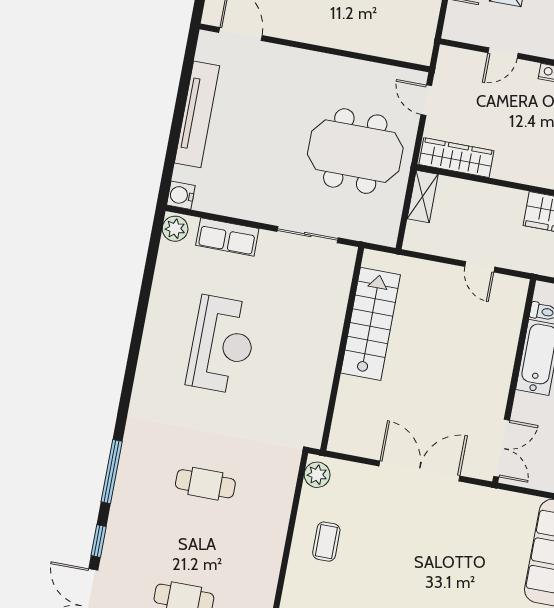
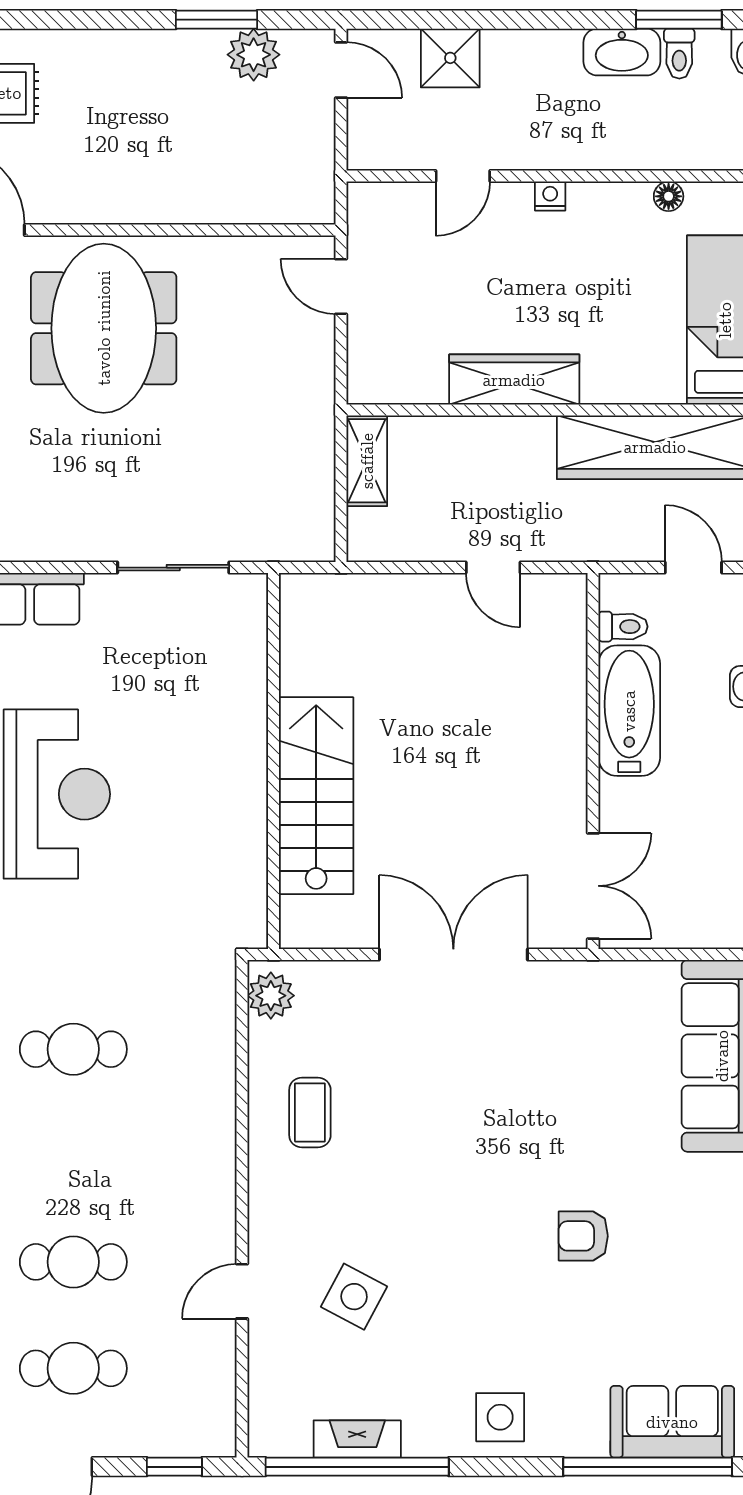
meeting table: (355, 151) -> (104, 328), moved, turned 90
wardrobe: (456, 158) -> (514, 380), moved
stairs: (371, 324) -> (316, 796), moved

